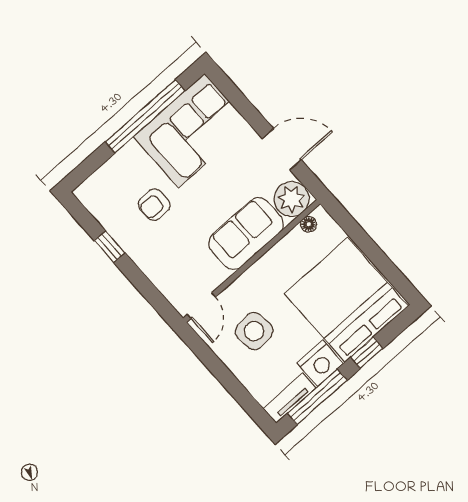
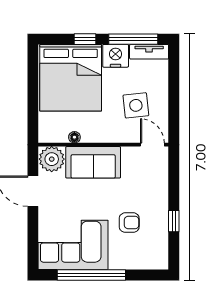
floor lamp: (309, 224) -> (74, 137), moved
door: (201, 306) -> (152, 145), hinge flipped

